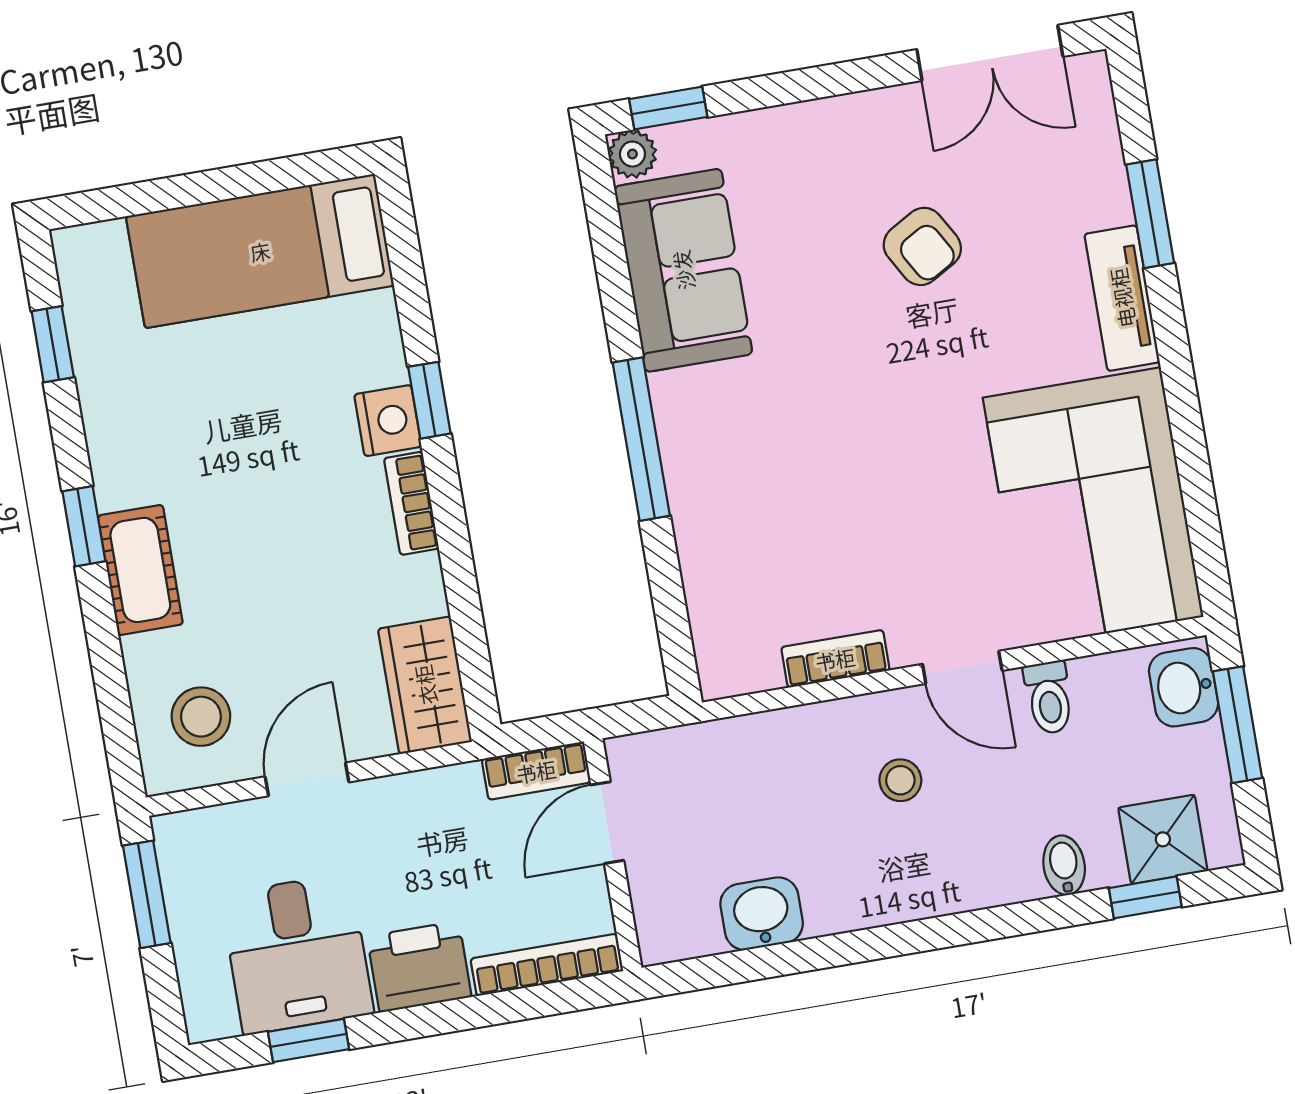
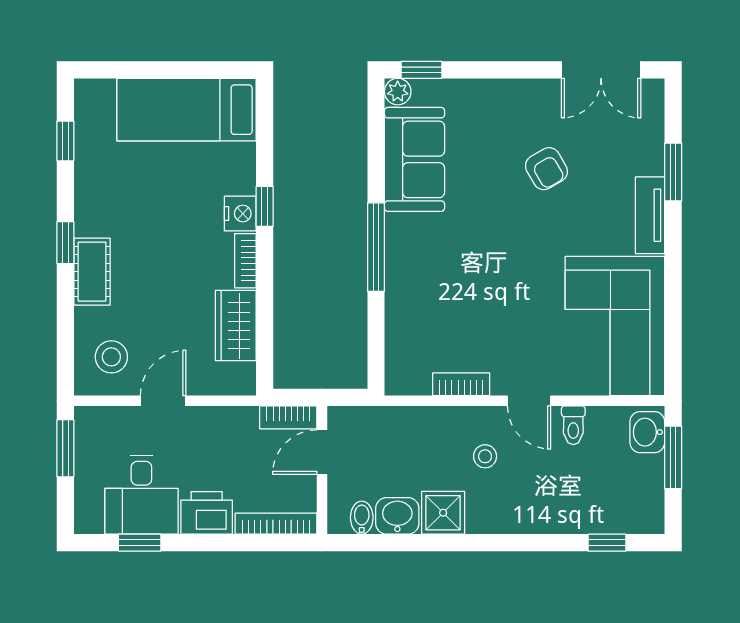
wardrobe: (425, 685) -> (236, 326), moved
shower: (1163, 839) -> (443, 513), moved
bidet: (1064, 865) -> (362, 518), moved

